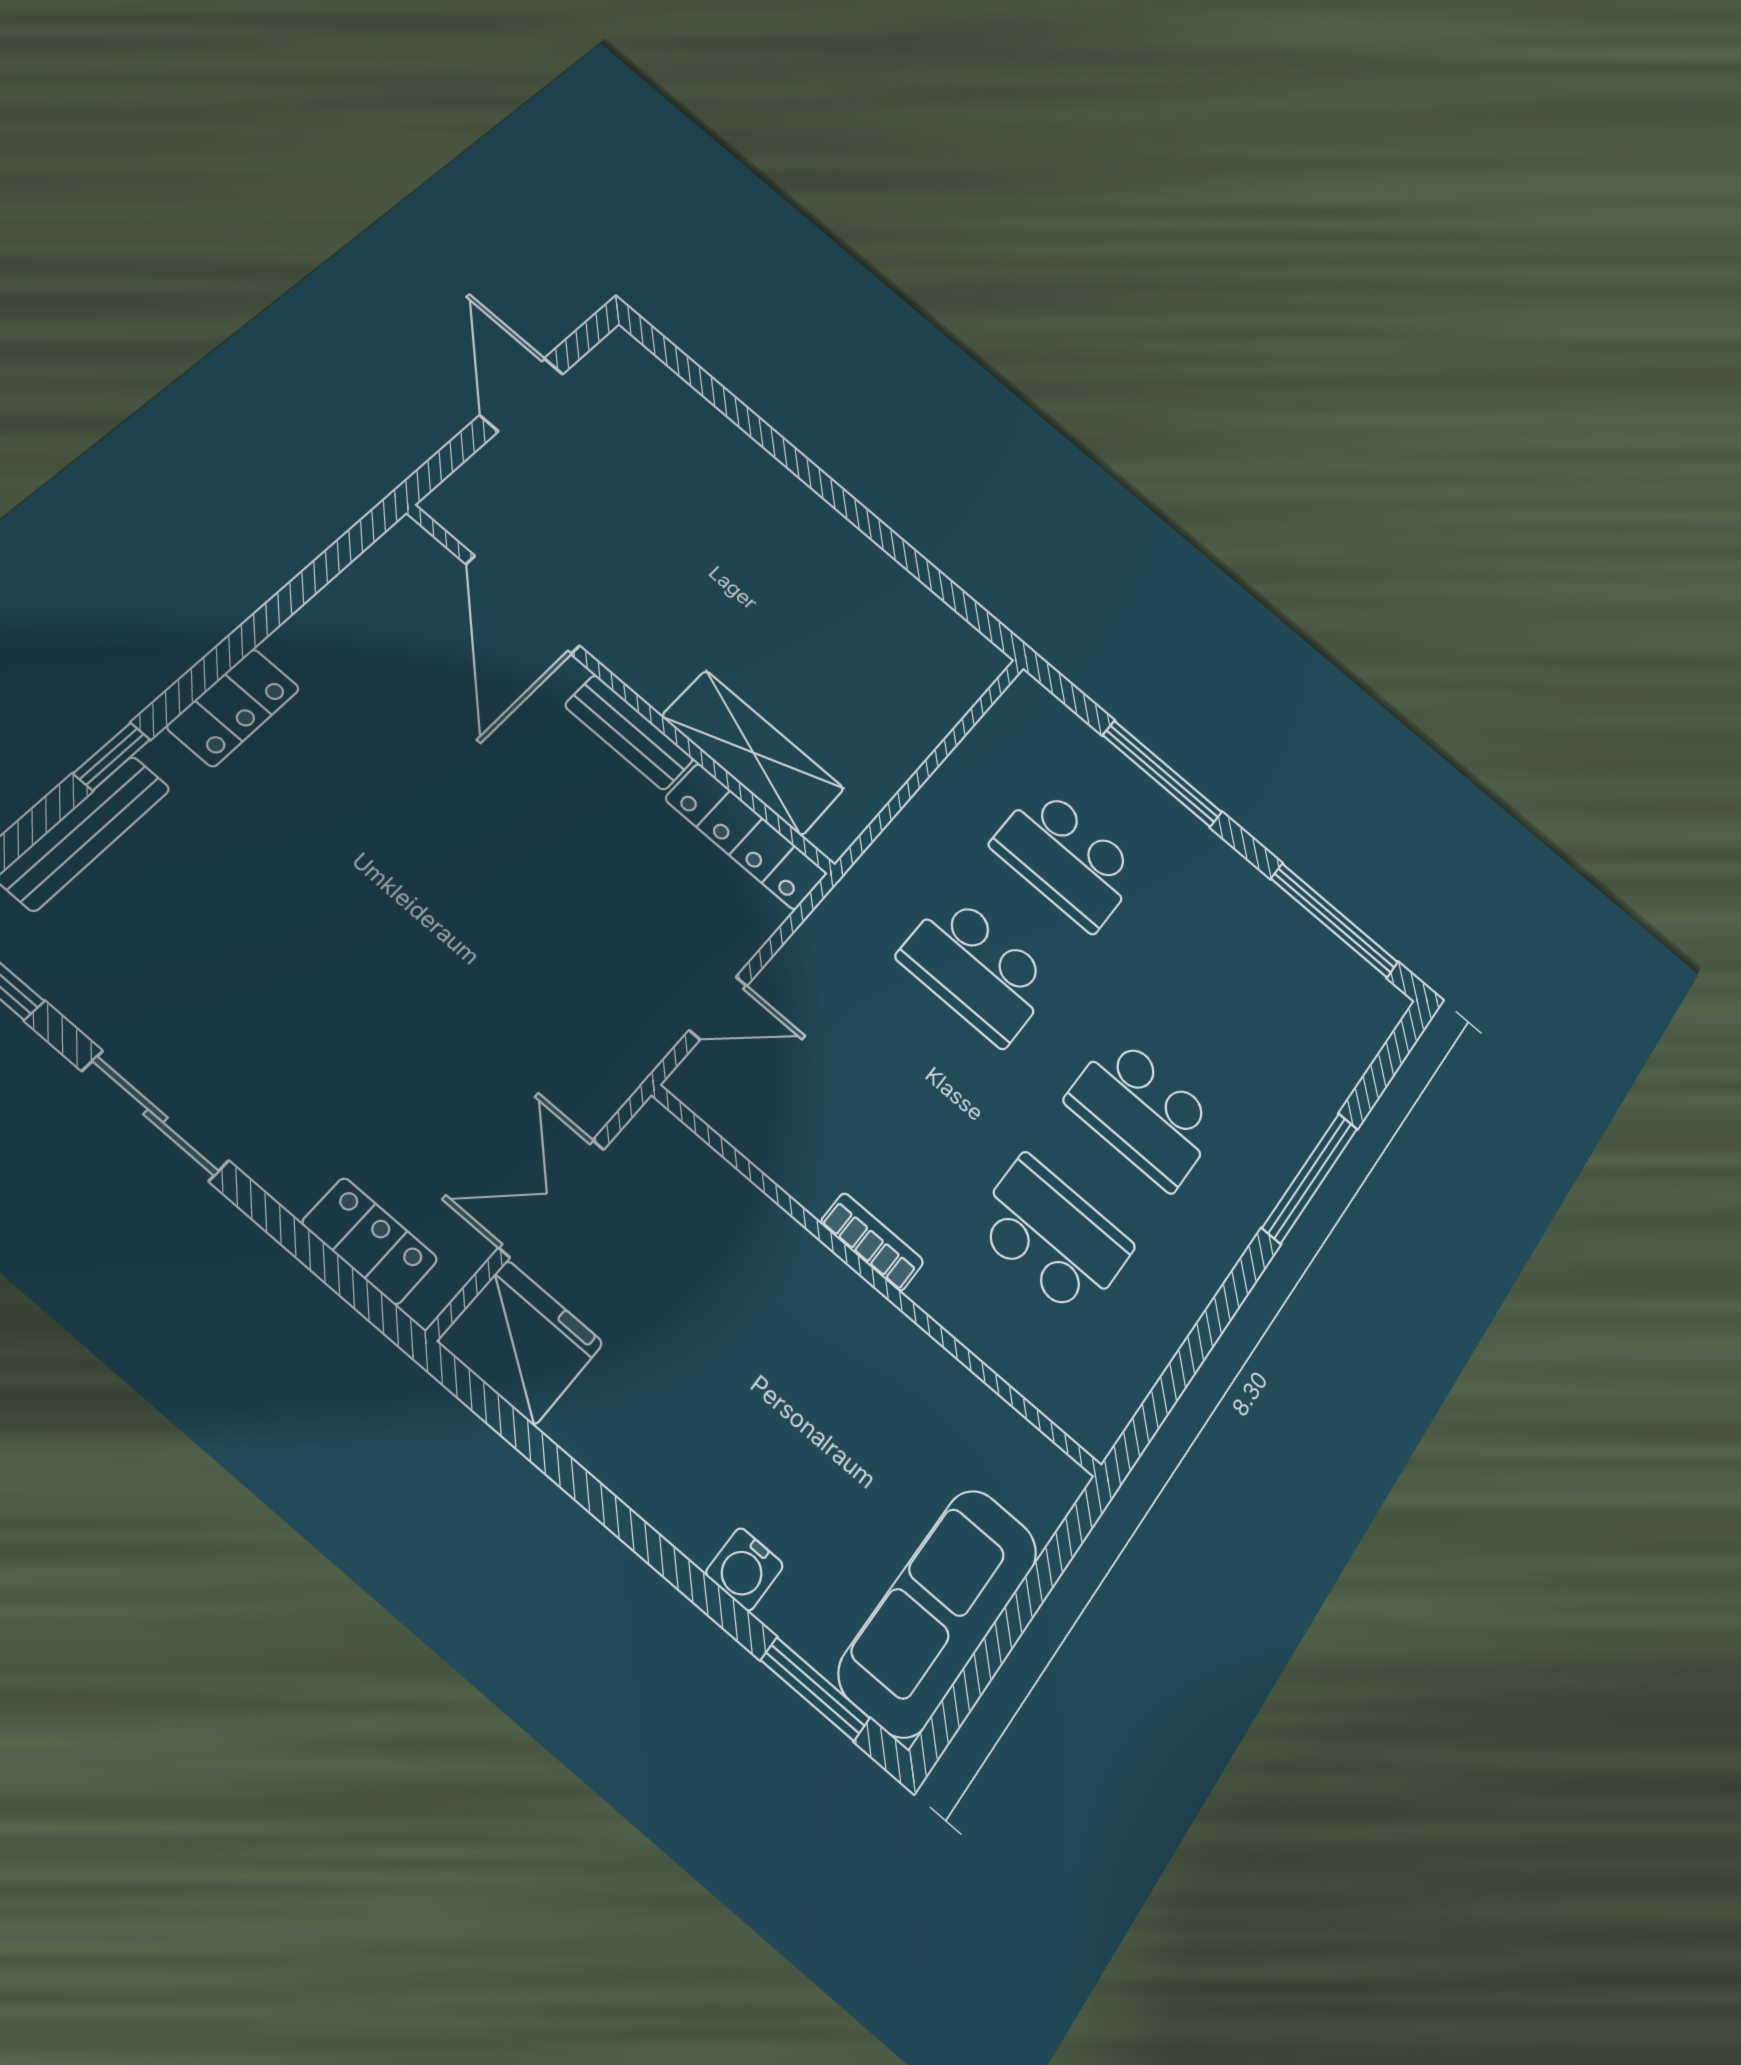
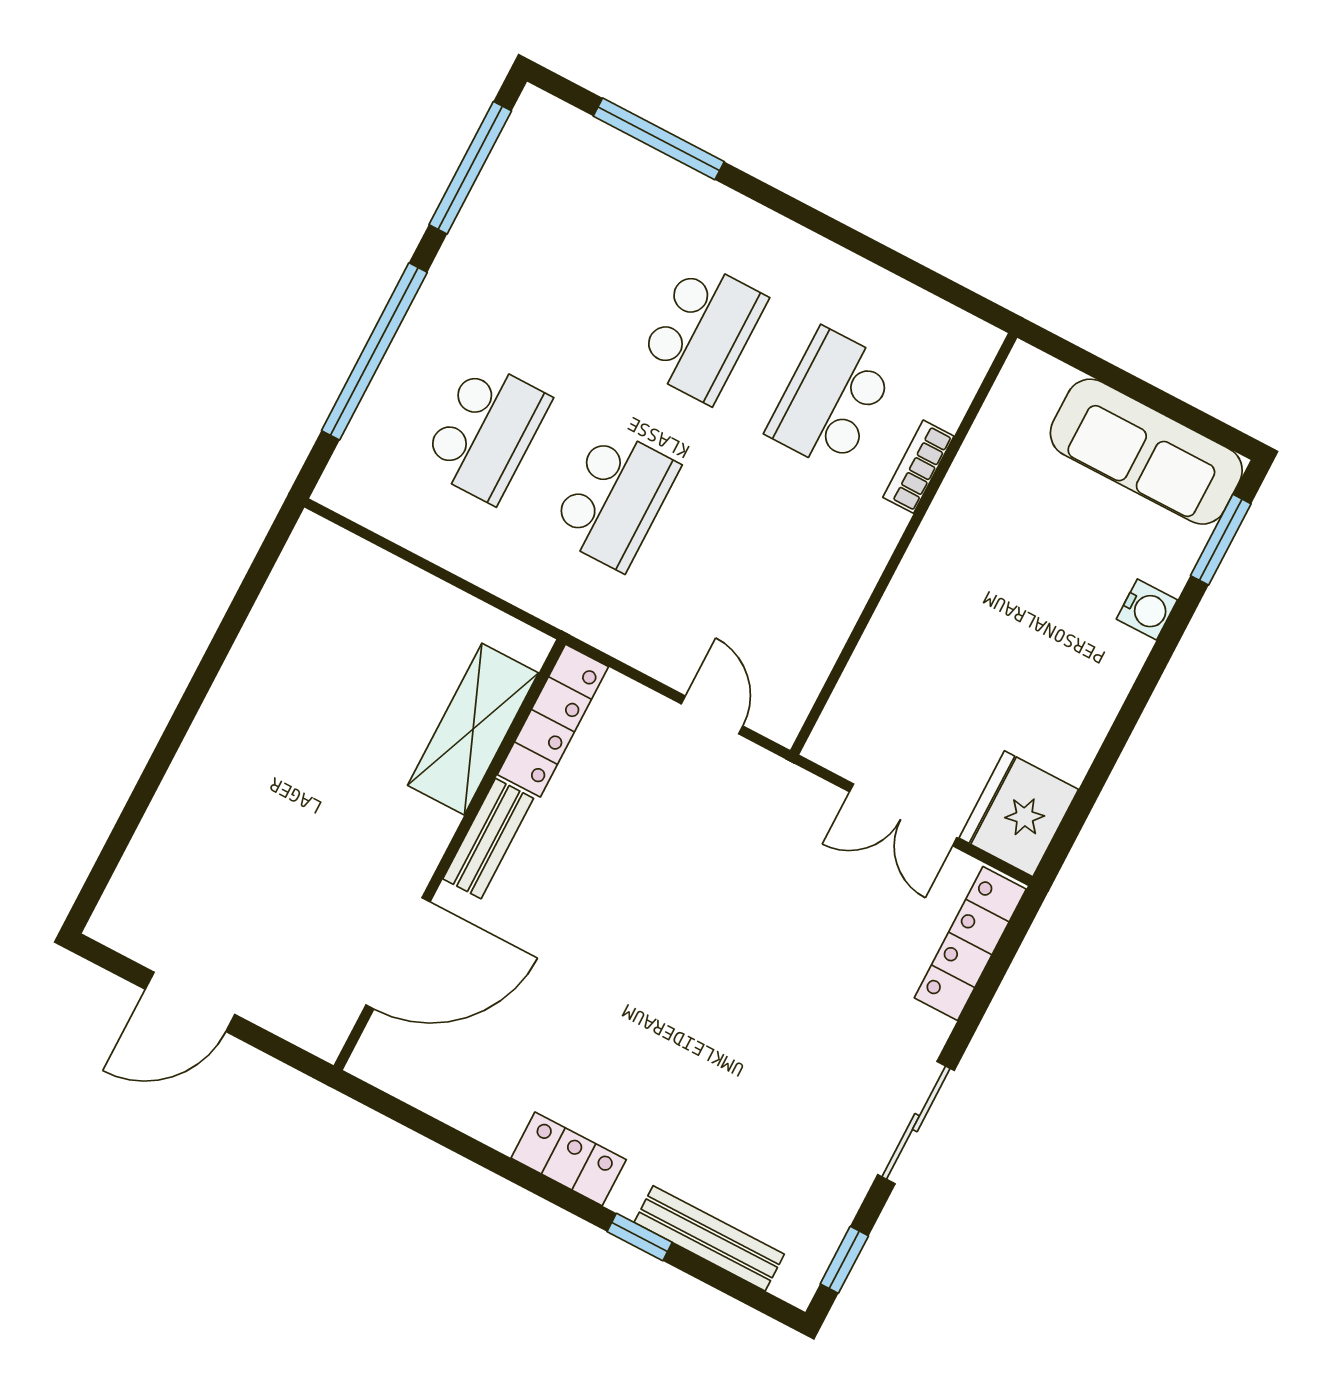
window: (1162, 774) -> (374, 351), width x1.46
window: (1310, 1178) -> (659, 139), moved
locker: (370, 1241) -> (970, 943), width x1.53
bookcase: (872, 1242) -> (918, 467), moved

